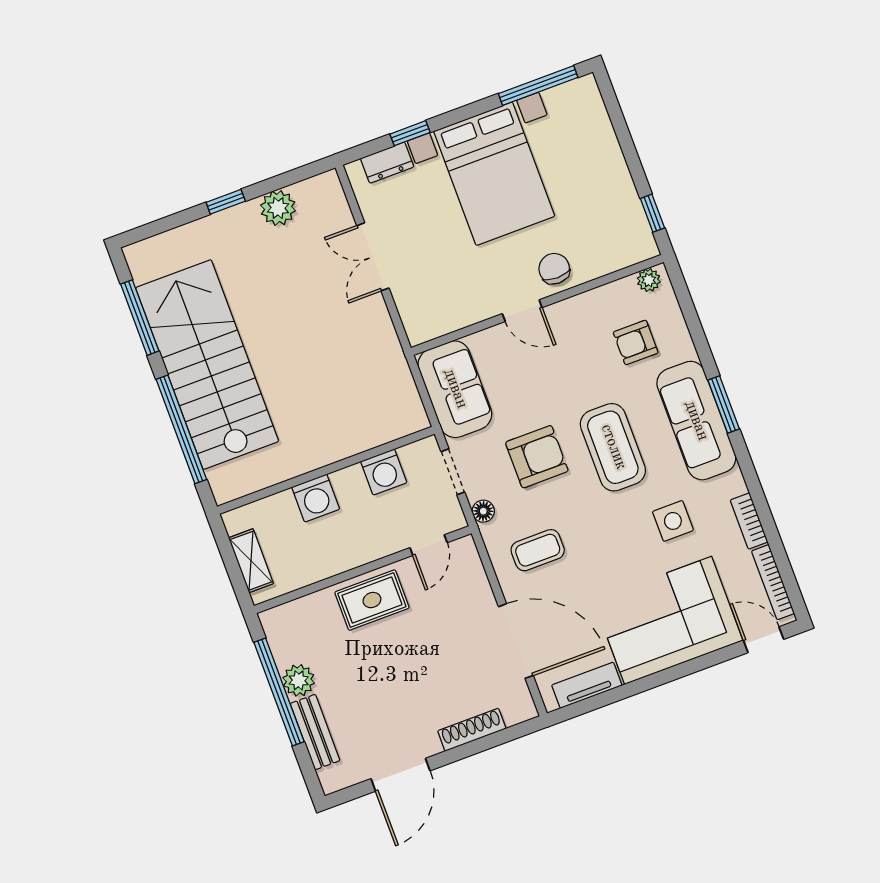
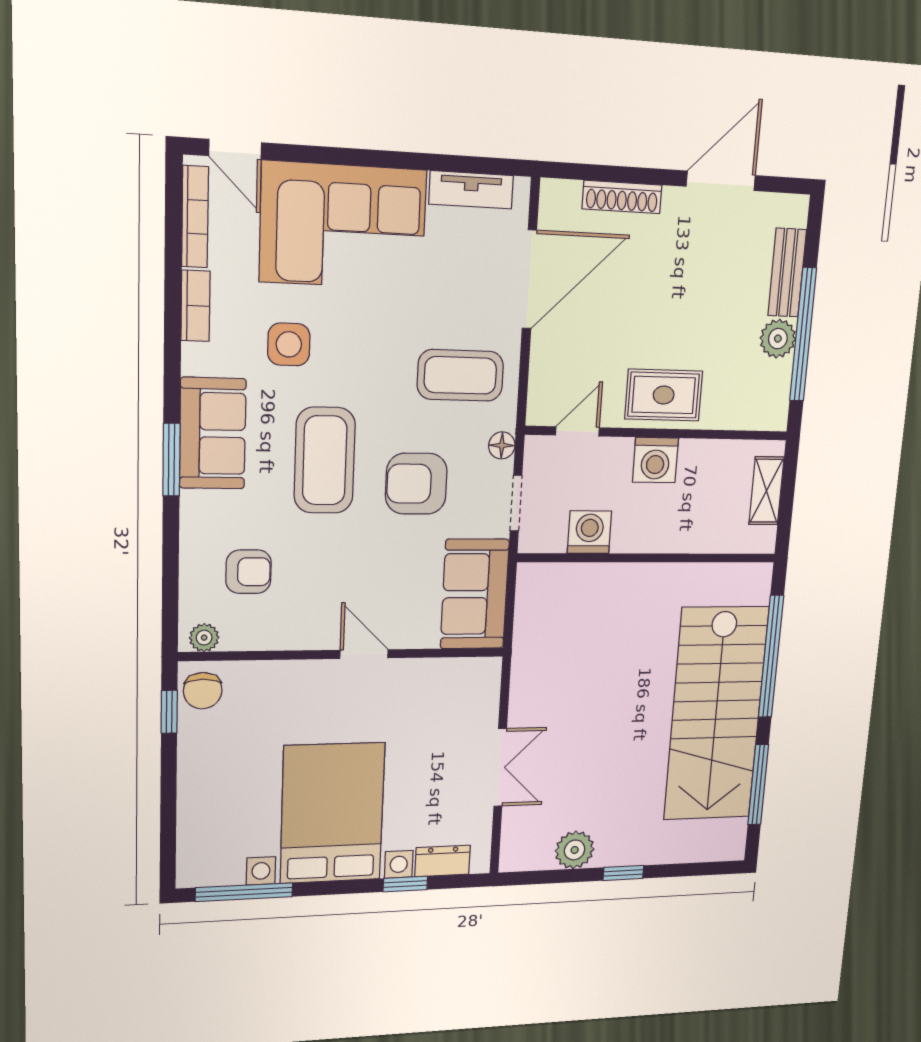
chair: (554, 269) -> (203, 691), moved
sofa: (696, 421) -> (213, 433), width x0.73
washing machine: (316, 498) -> (655, 460), moved, turned 180
coffee table: (538, 550) -> (460, 375), width x1.36, depth x1.30
door: (516, 641) -> (529, 279), swing flipped

